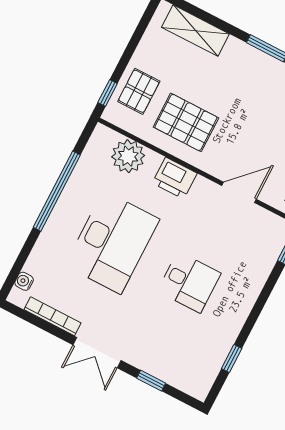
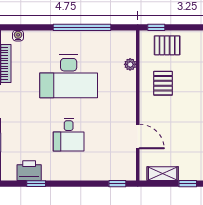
pallet: (186, 122) -> (163, 83), width x0.67, depth x0.71
plant: (128, 156) -> (130, 64), width x0.53, depth x0.53
printer: (175, 178) -> (29, 171), moved, turned 90

